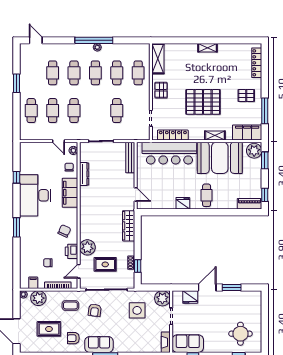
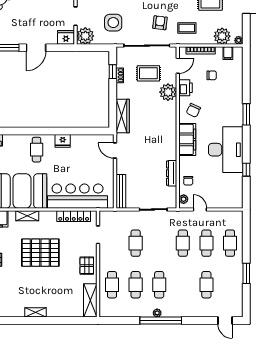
cafe table: (74, 73) -> (183, 285), removed
filing cabinet: (70, 193) -> (187, 139), moved
fridge: (190, 297) -> (66, 37), moved

